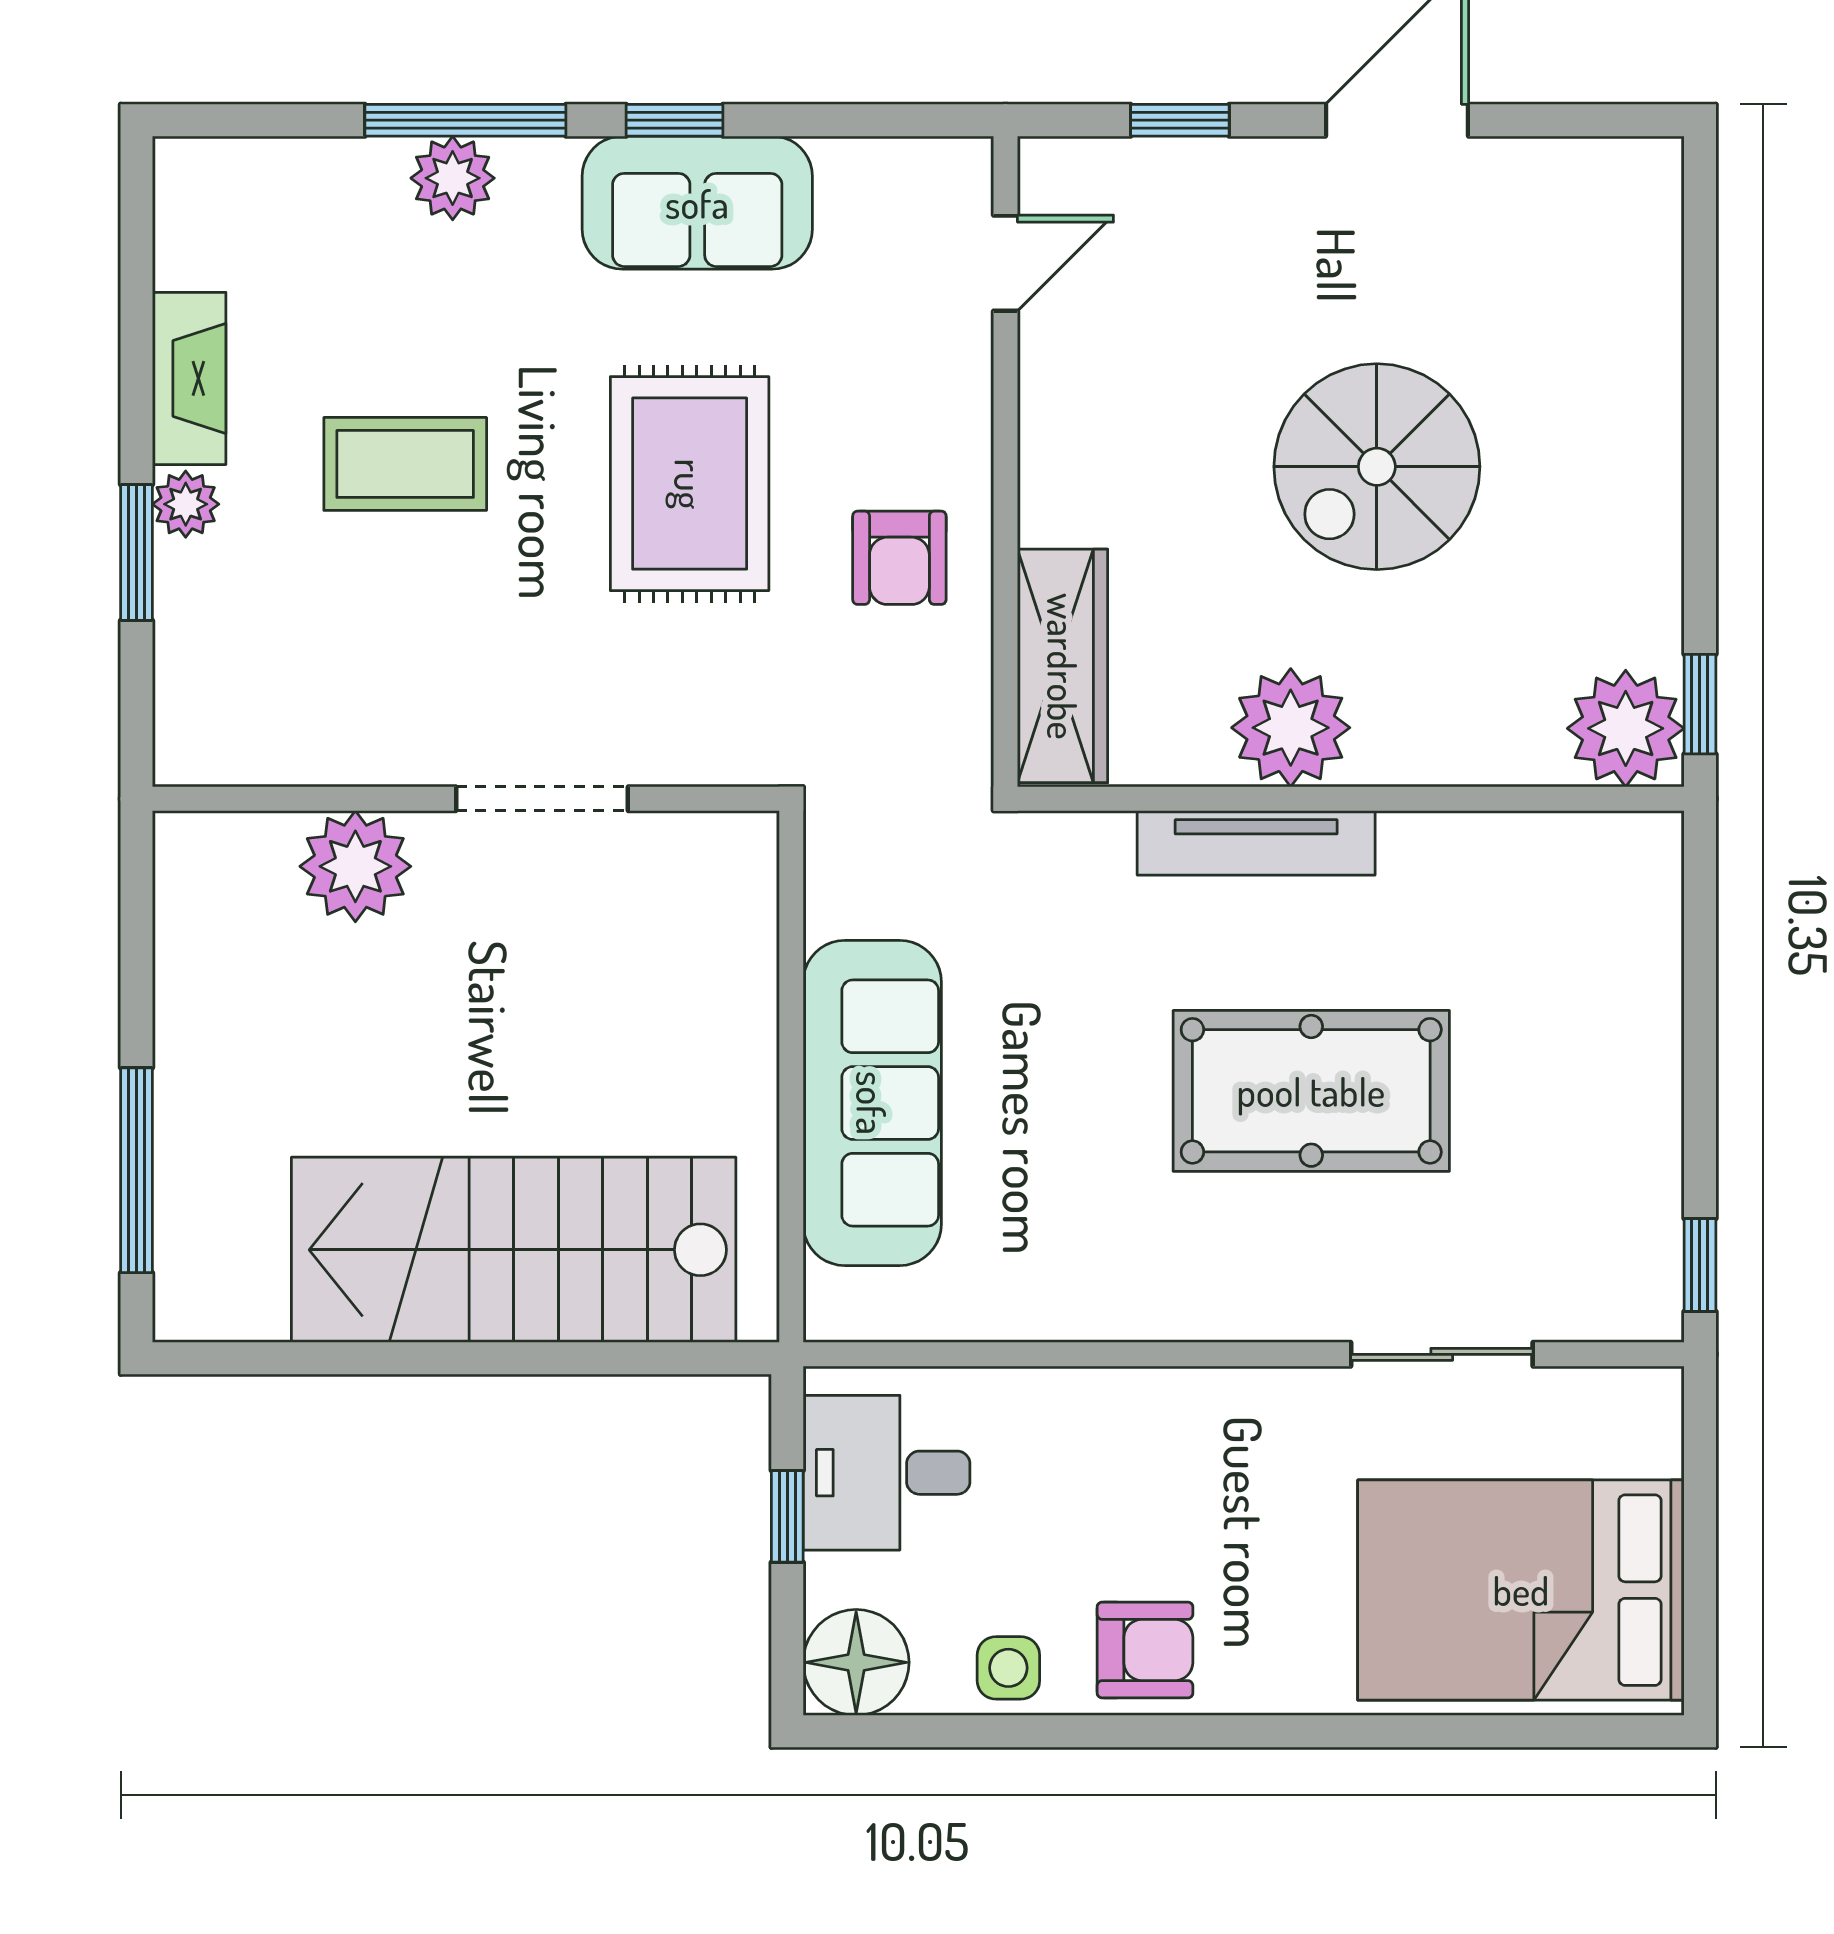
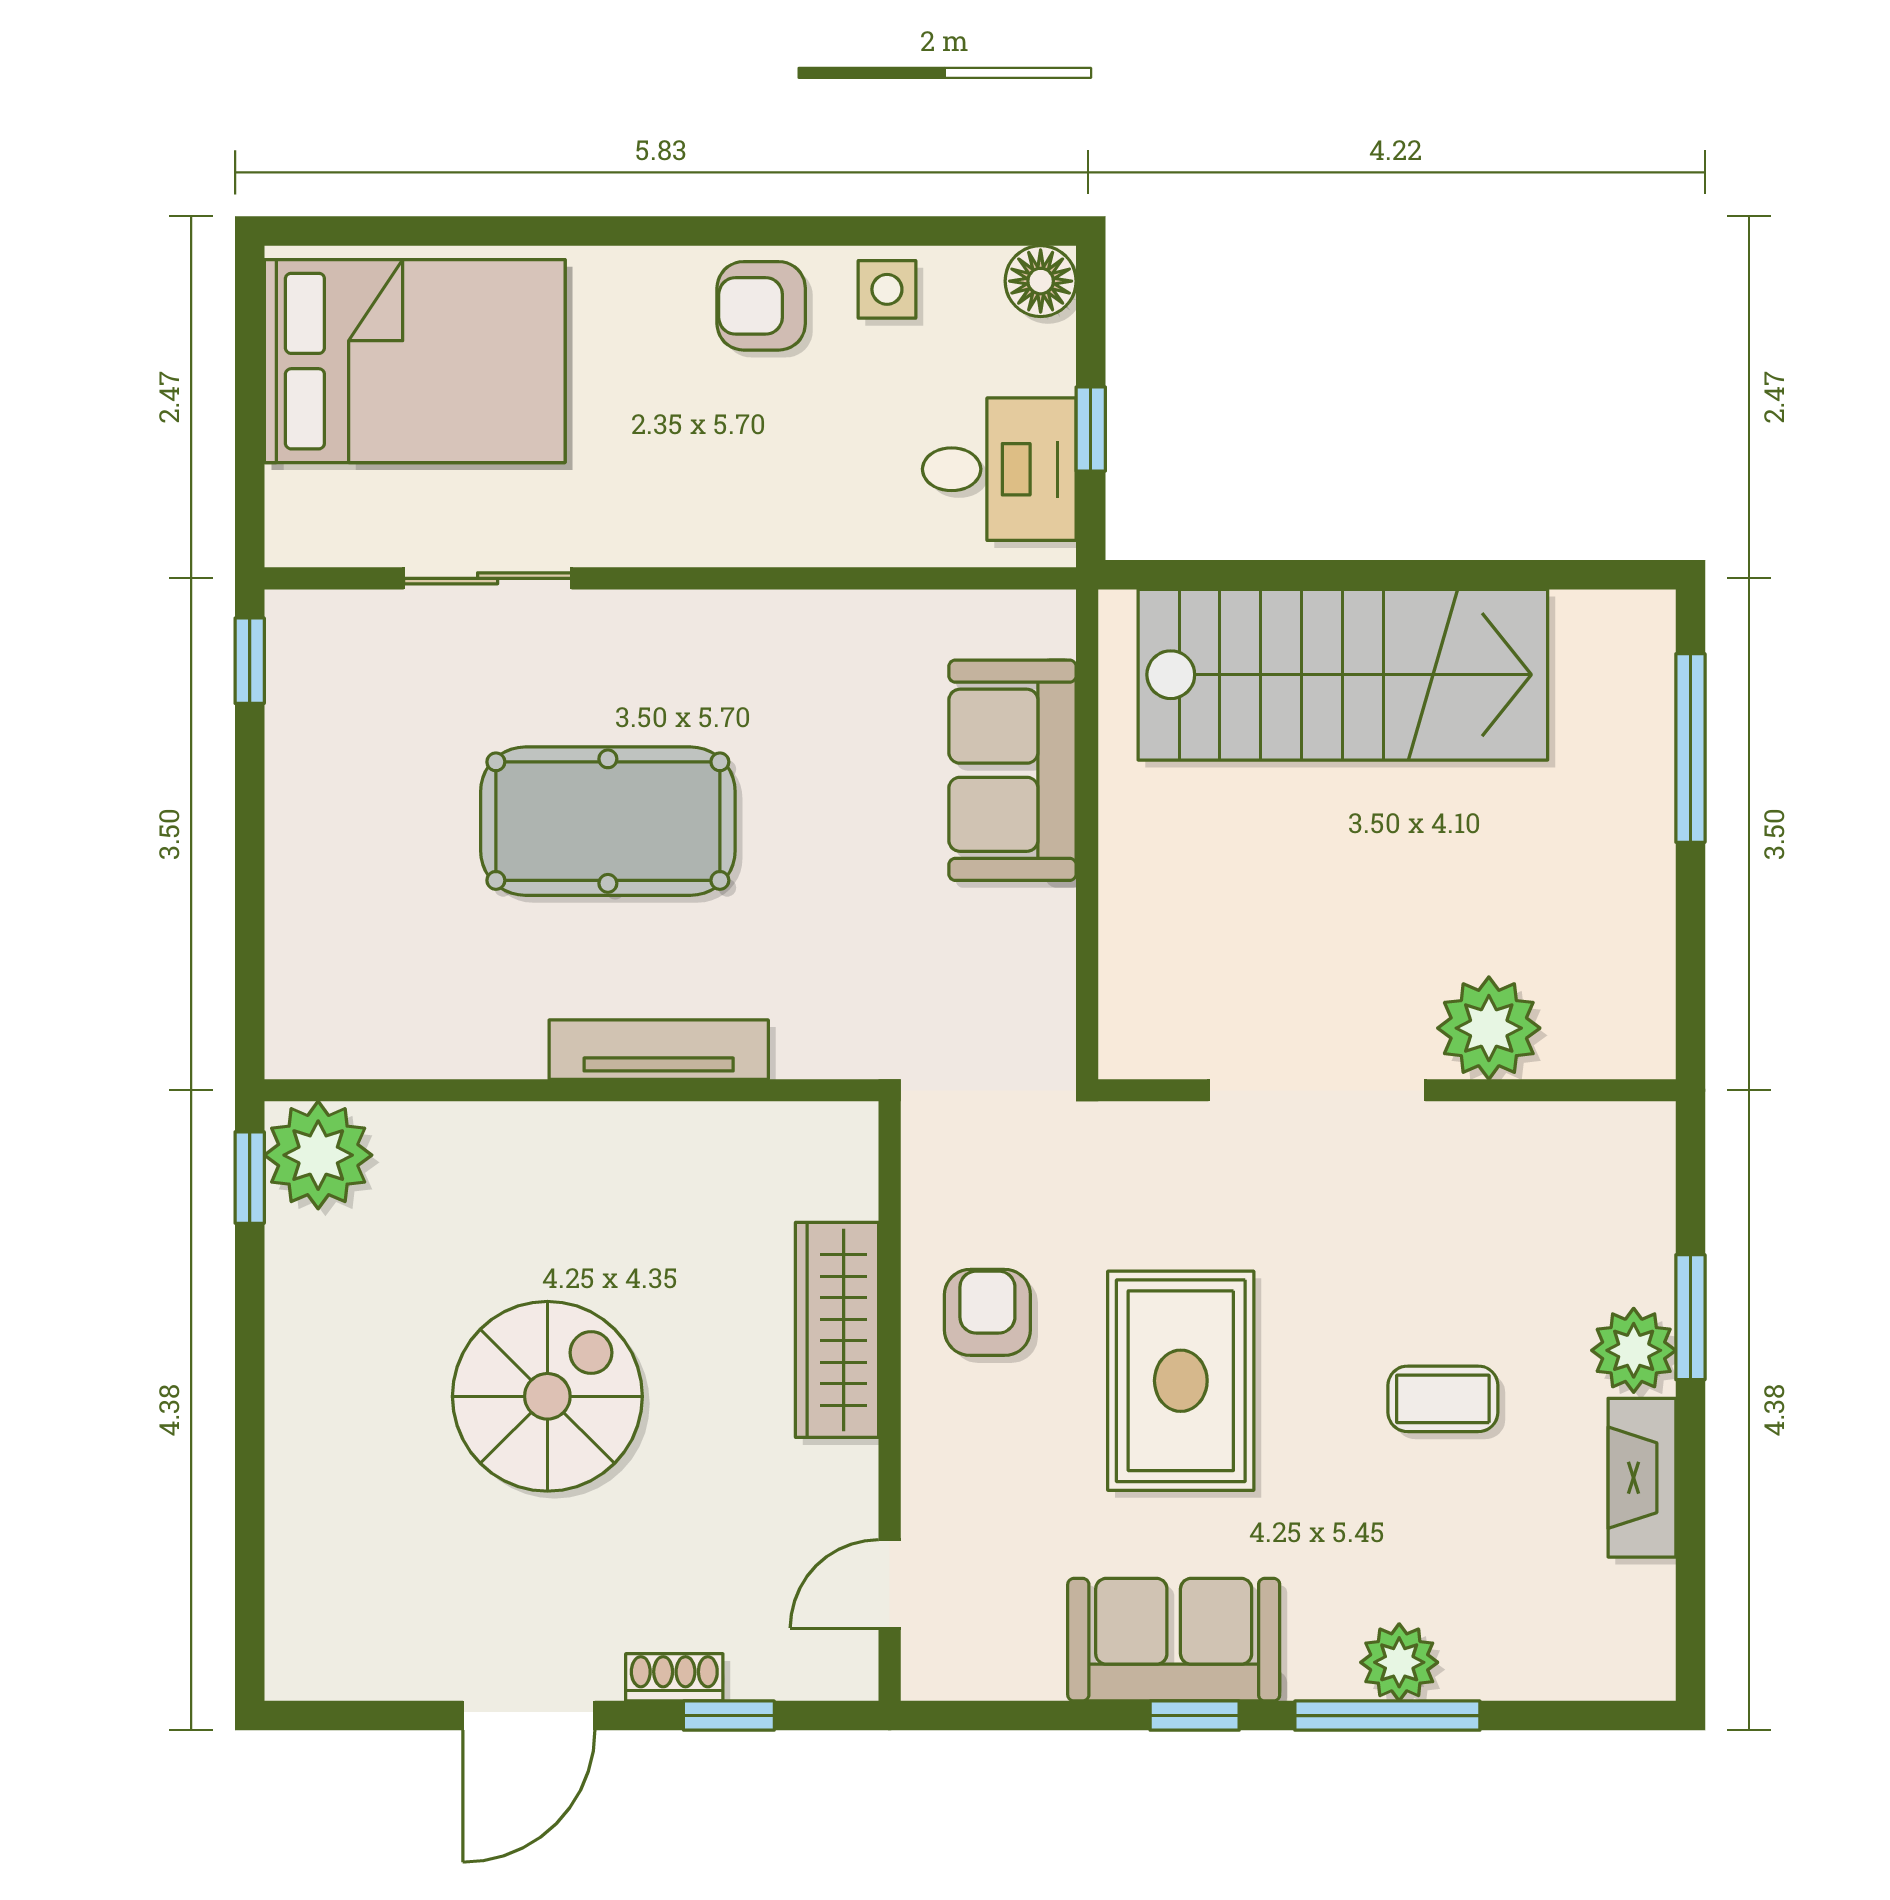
shoe rack: (1239, 162) -> (674, 1677), added
coffee table: (405, 464) -> (1443, 1399), width x0.73, depth x0.77
plant: (186, 504) -> (1634, 1350), width x1.38, depth x1.38
wardrobe: (1063, 666) -> (837, 1330), moved
plant: (1291, 728) -> (627, 1156), removed
doorway: (542, 799) -> (1317, 1090), width x1.36
sofa: (872, 1103) -> (1012, 770), width x0.73
floor lamp: (856, 1662) -> (1041, 281), width x0.73, depth x0.73

